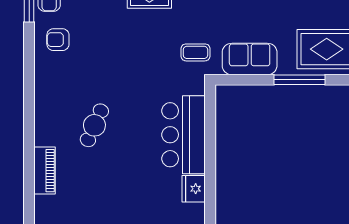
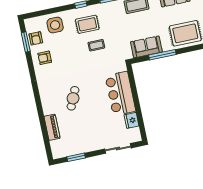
coffee table: (195, 52) -> (96, 45), moved
window: (299, 80) -> (162, 55), moved

